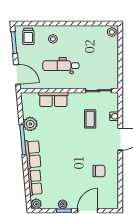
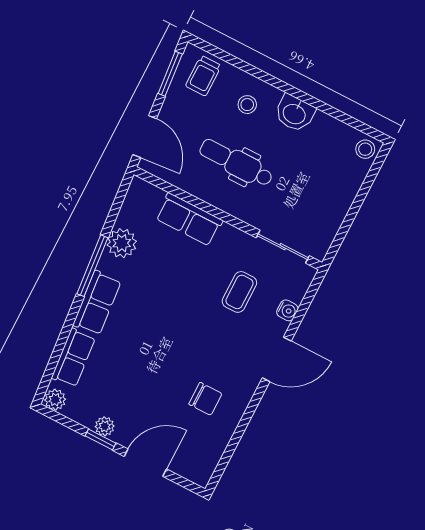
washbasin: (75, 32) -> (295, 113), added

